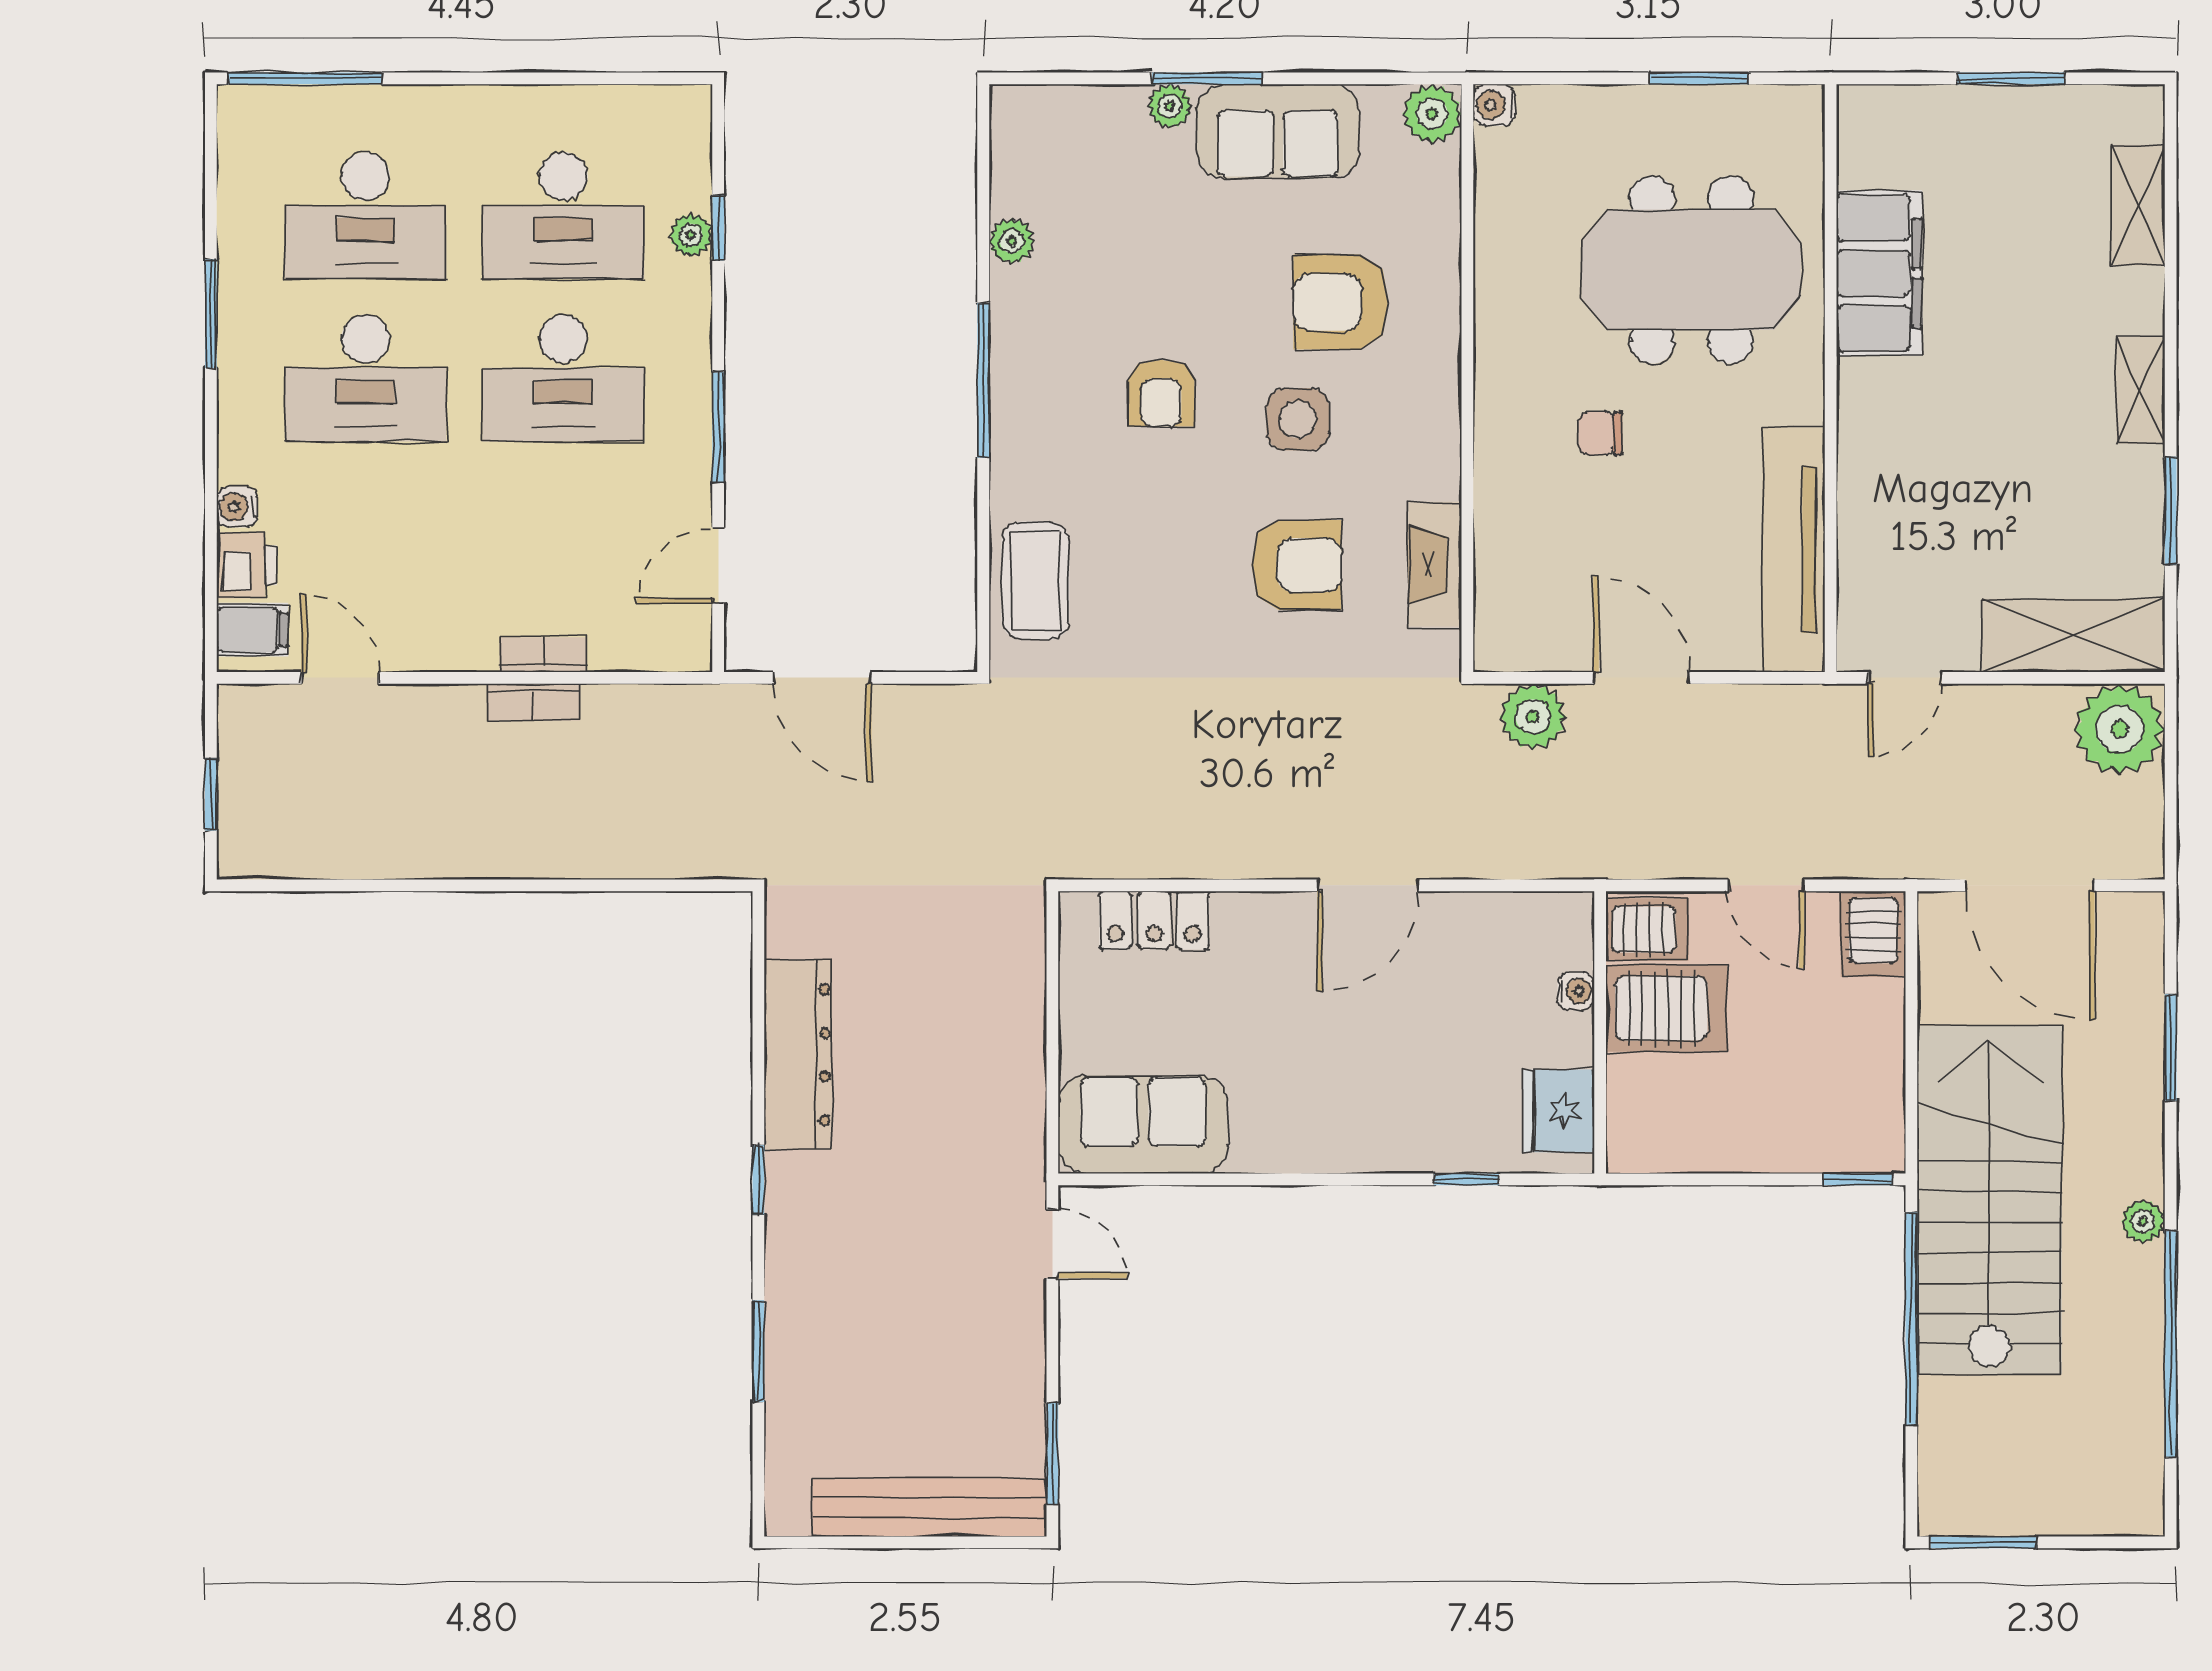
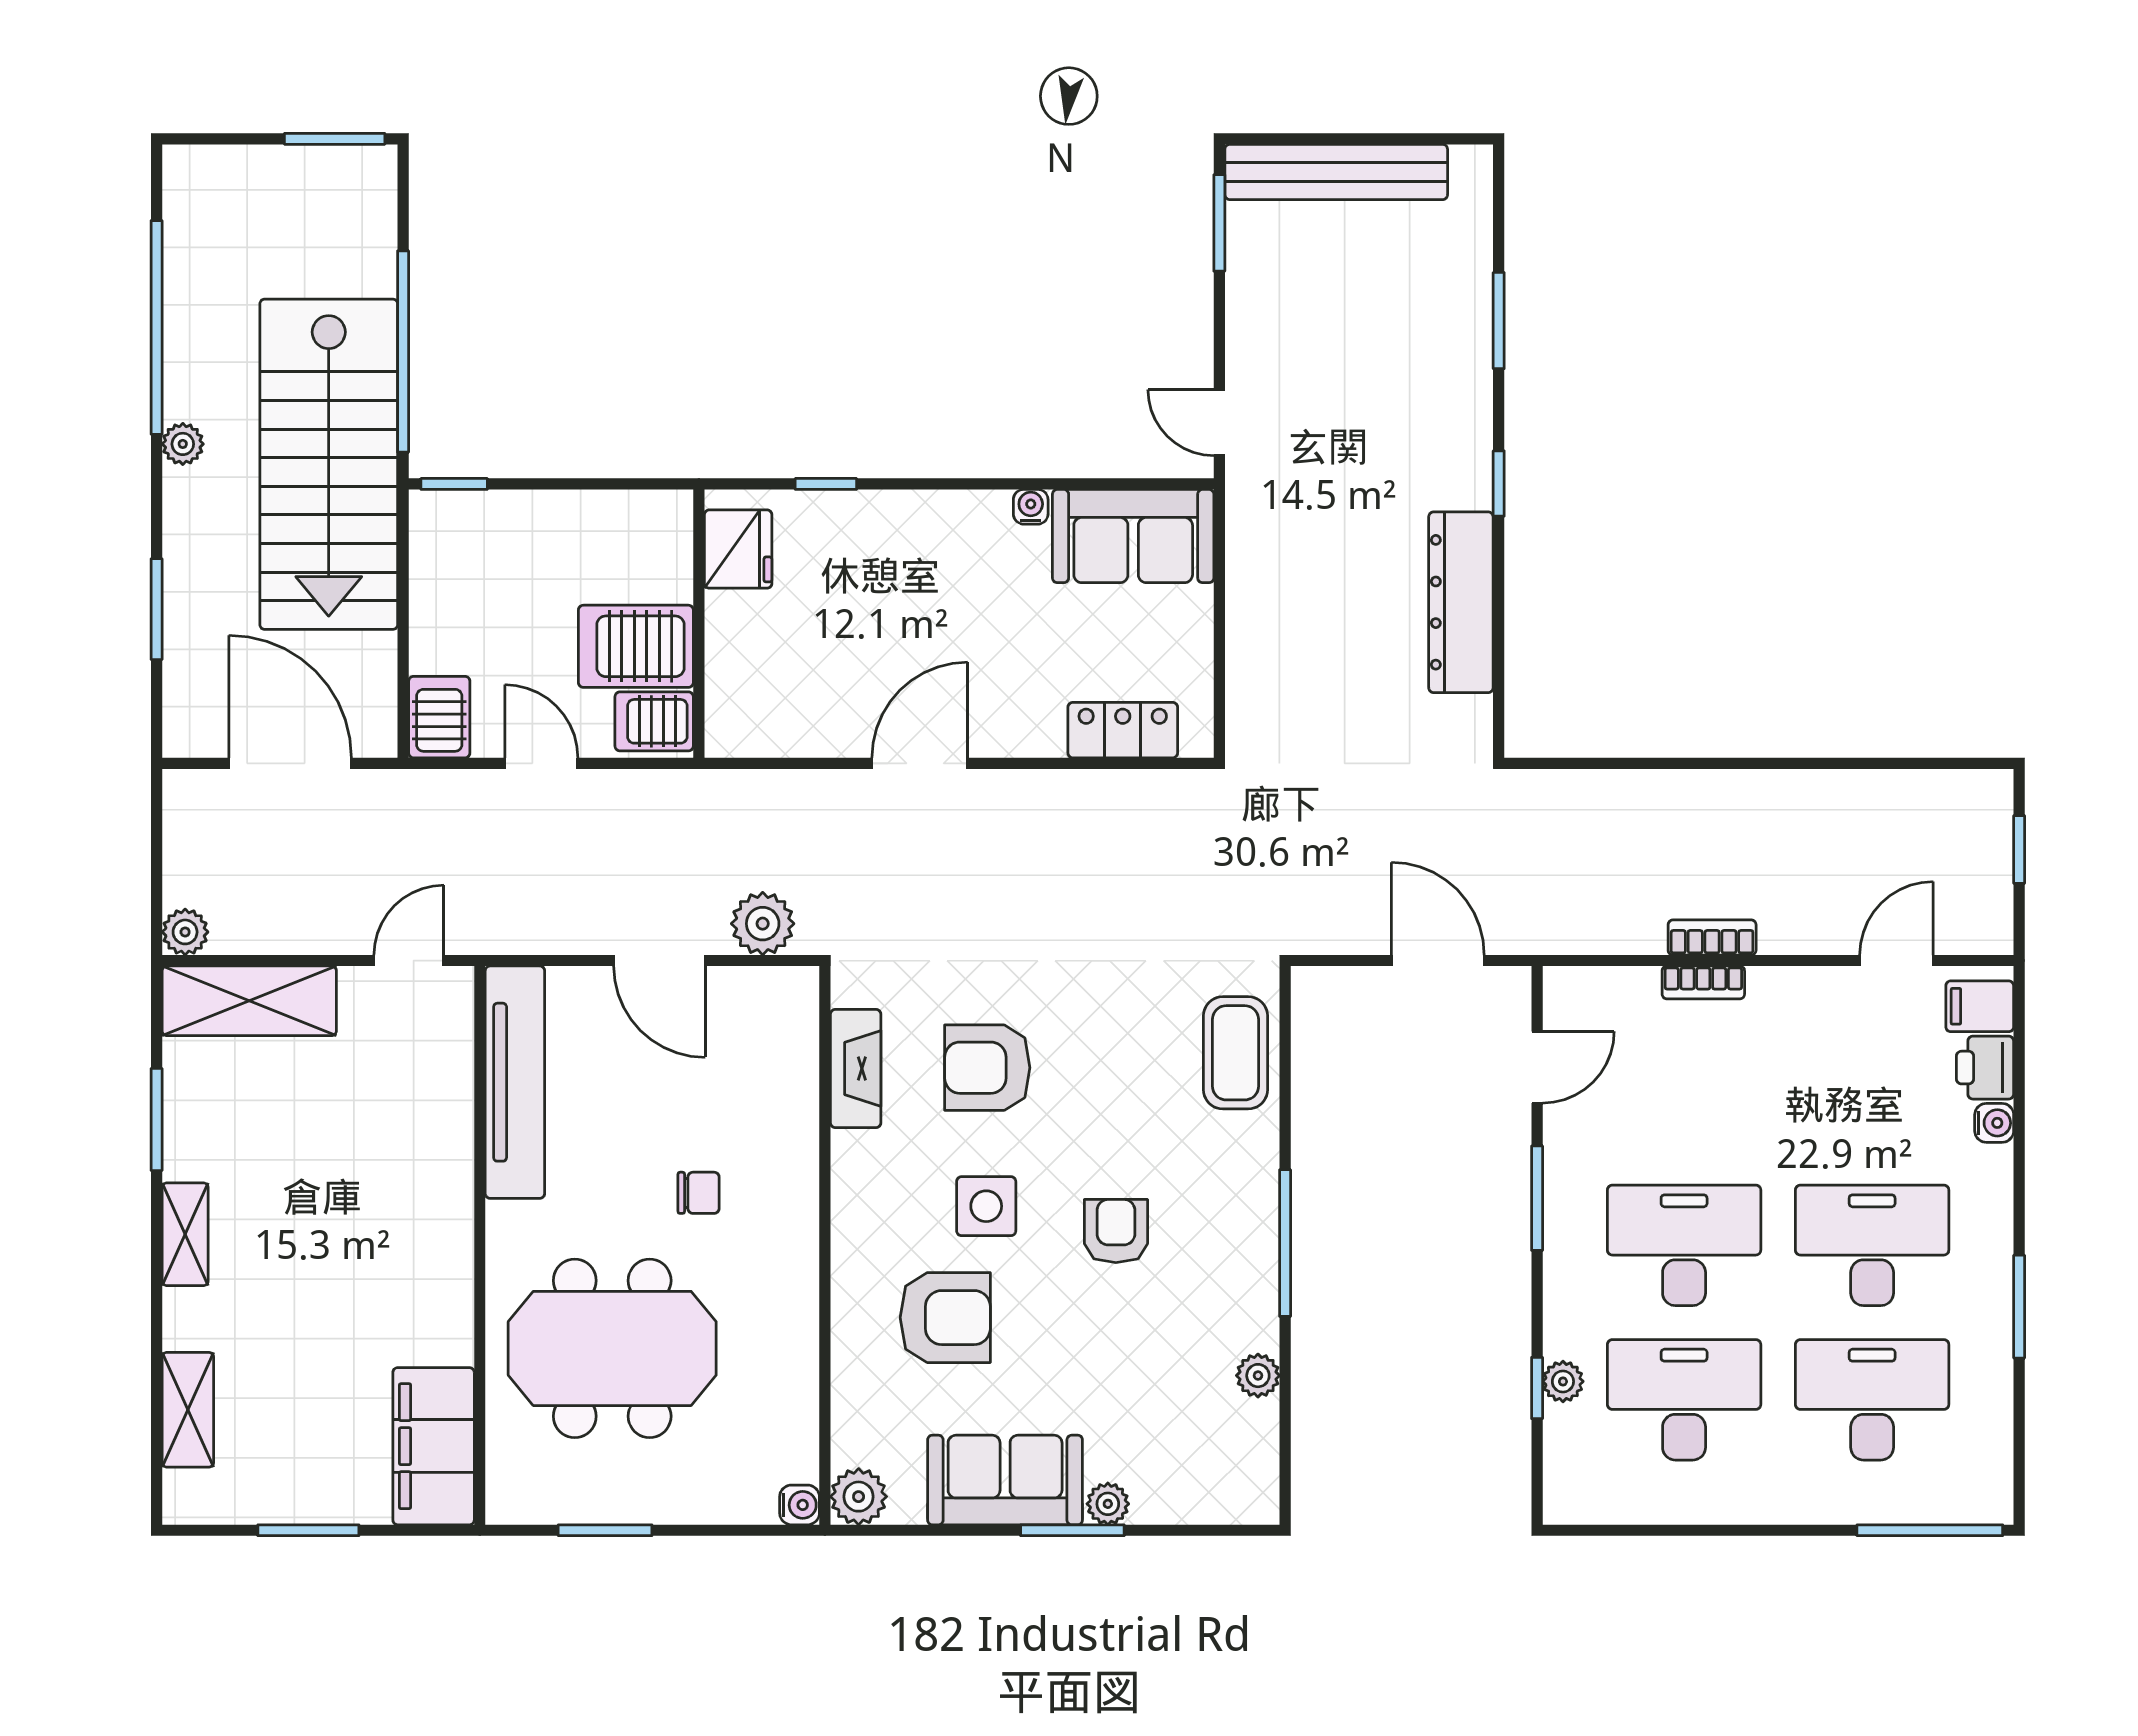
filing cabinet: (1879, 273) -> (434, 1446), moved
door: (340, 678) -> (1896, 961), swing flipped
plant: (2119, 729) -> (185, 932), width x0.53, depth x0.53
water cooler: (1576, 991) -> (1031, 507), moved, turned 90

